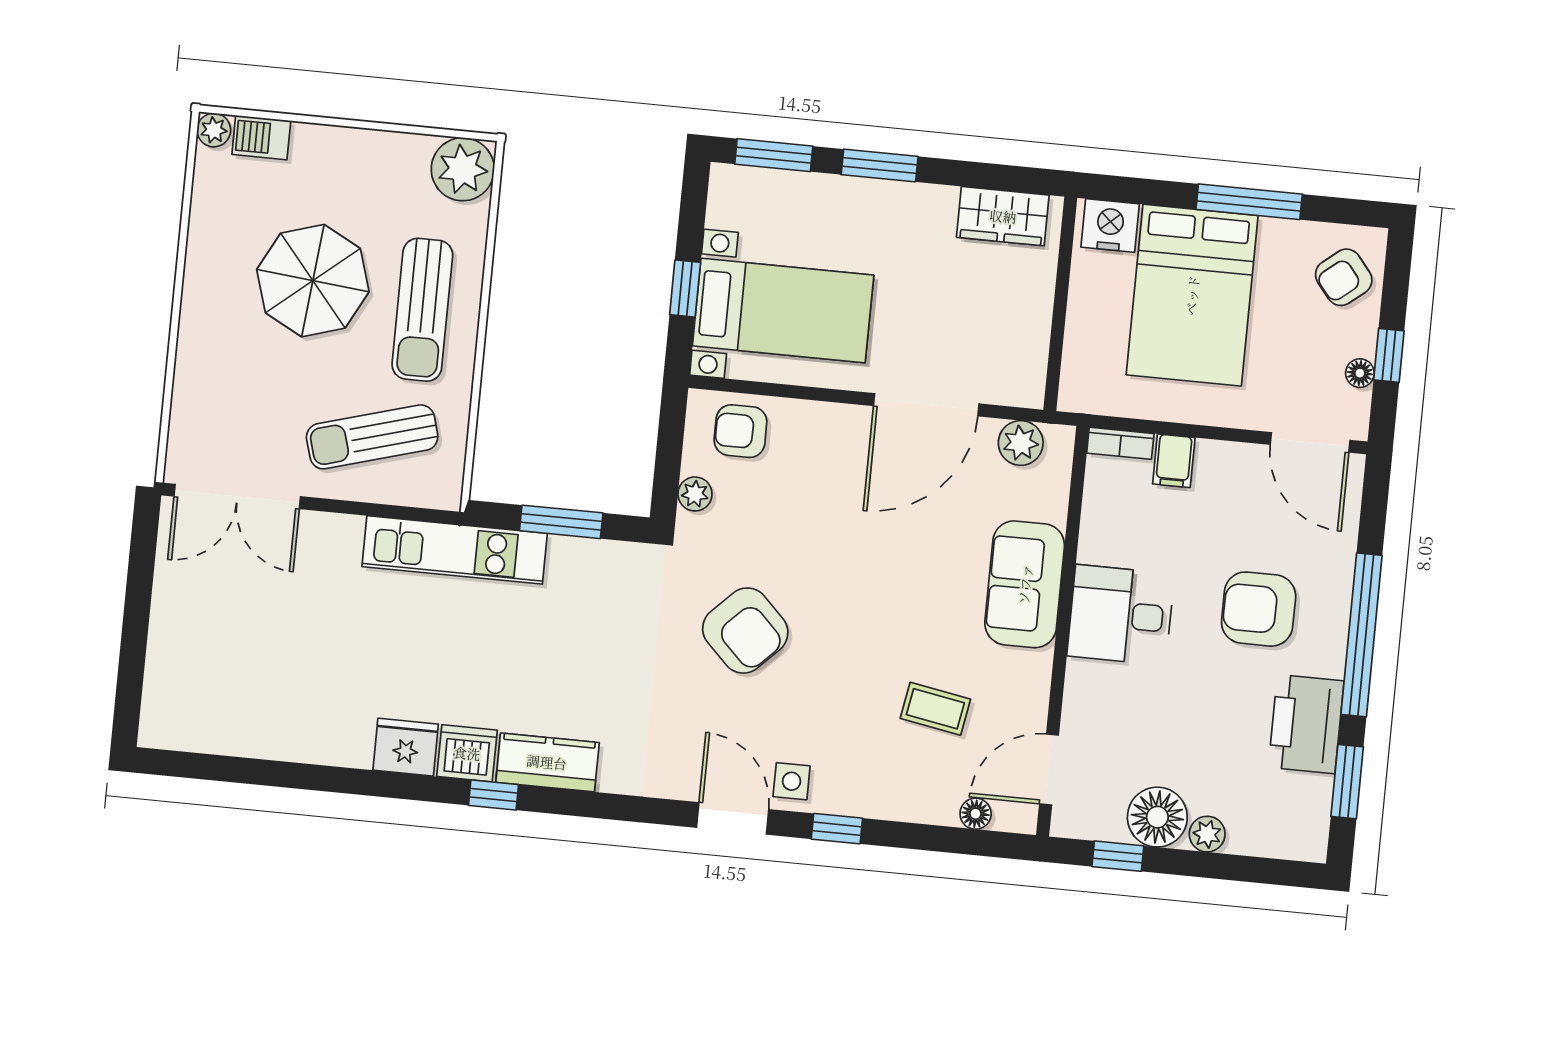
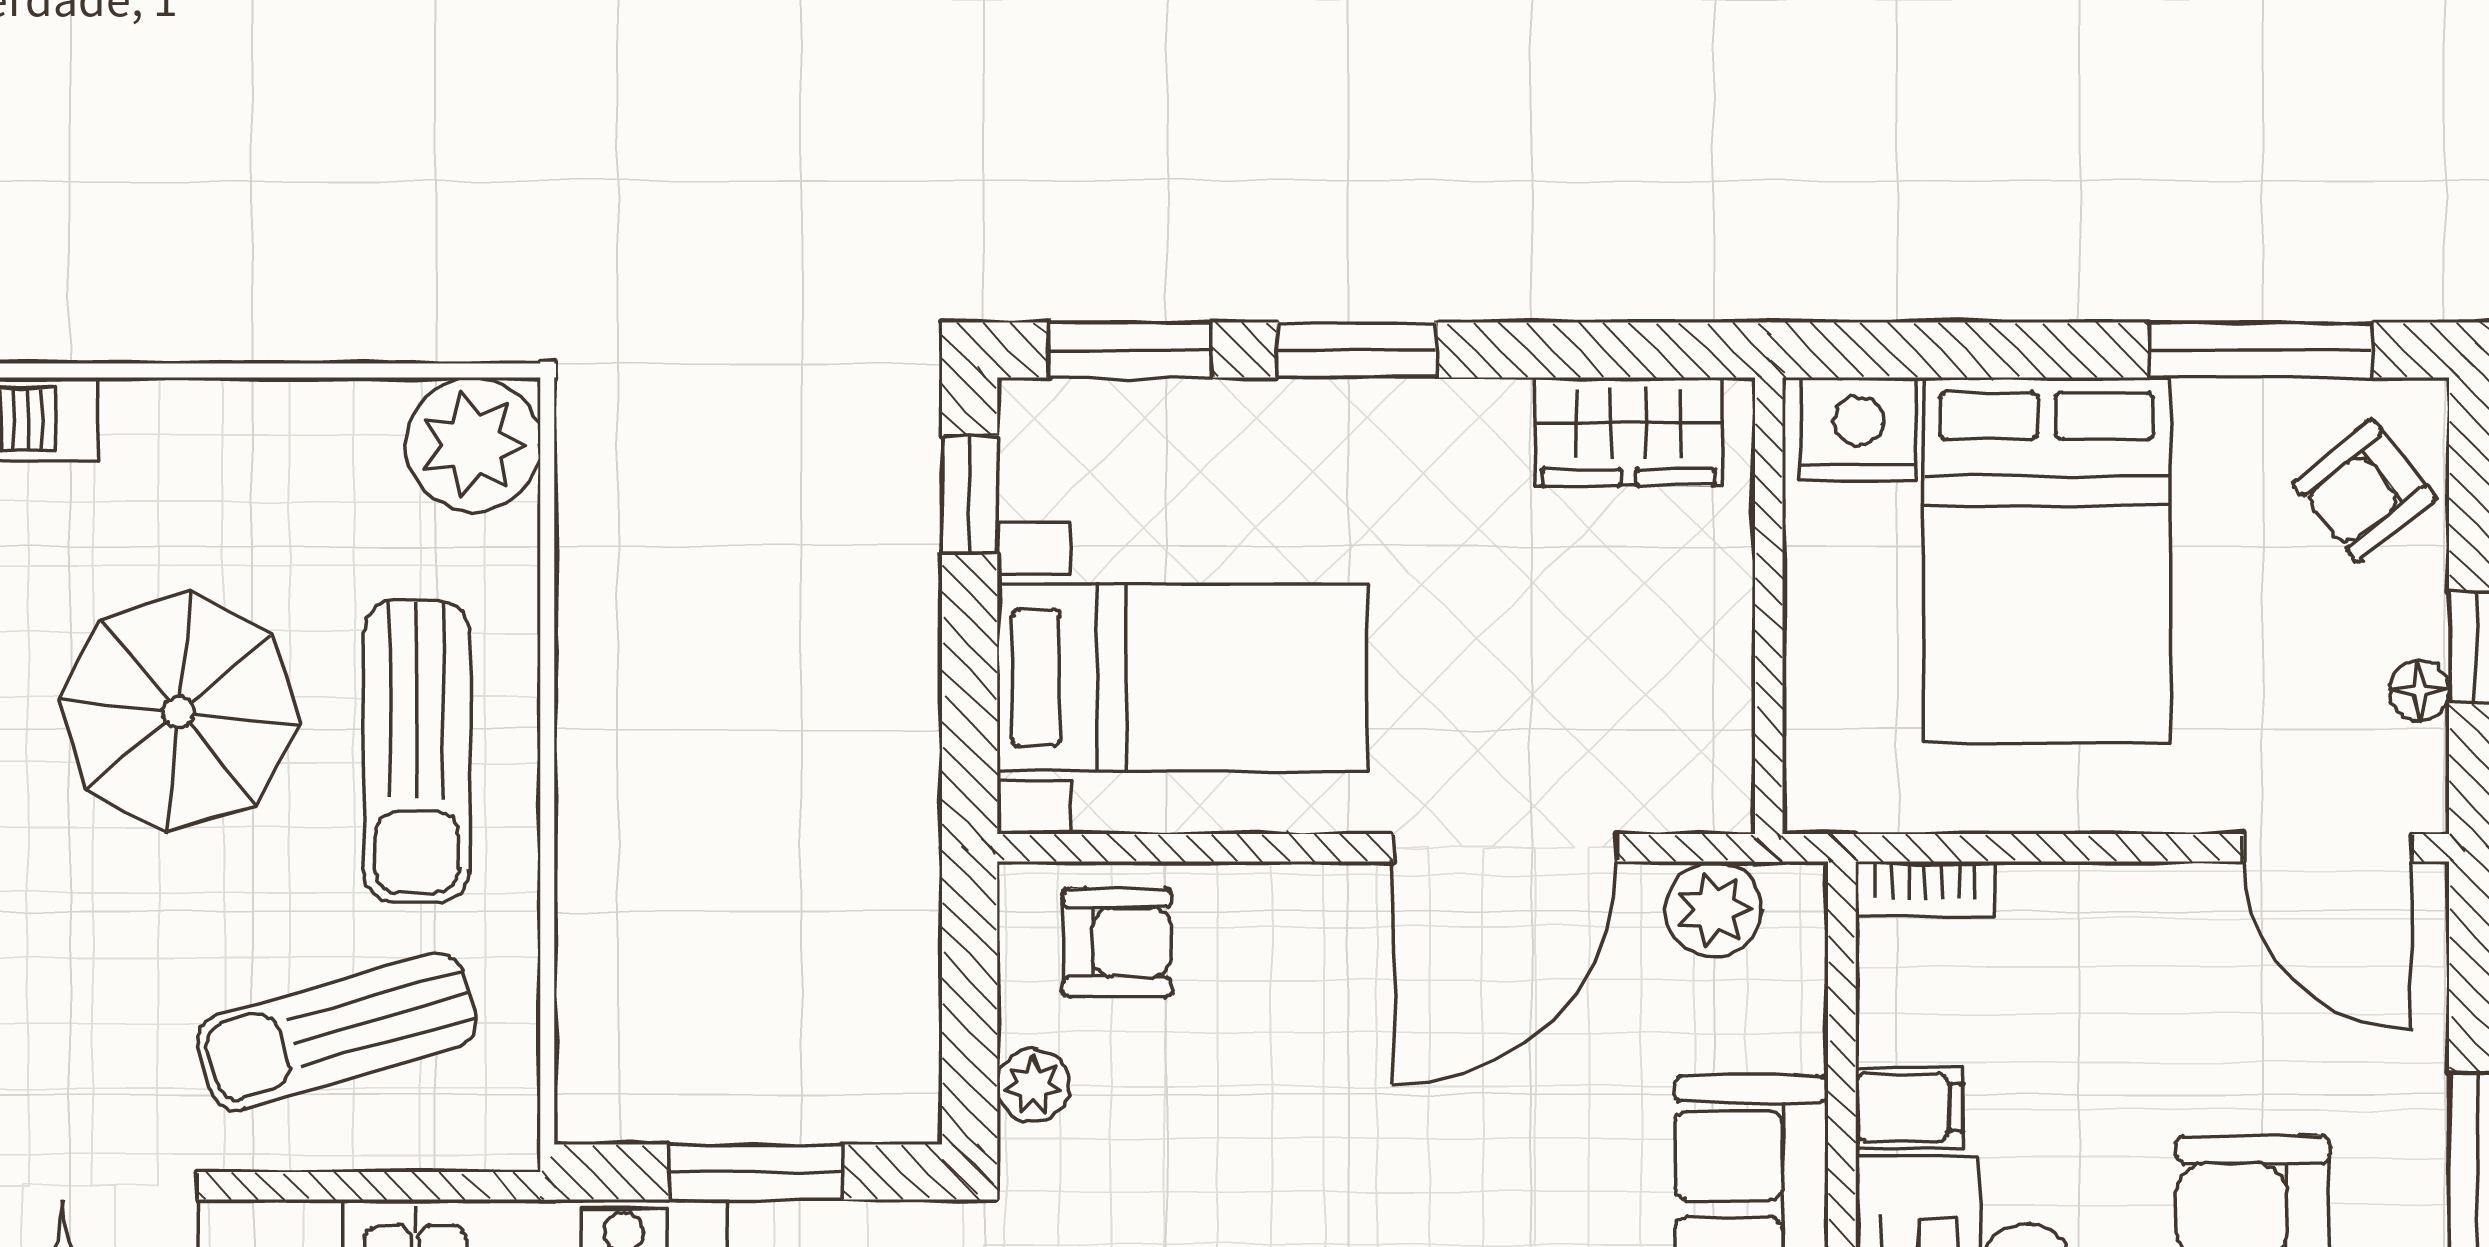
window: (1249, 202) -> (2261, 350), moved
window: (685, 289) -> (970, 494), moved
armchair: (740, 431) -> (1117, 942), turned 180
filing cabinet: (1174, 461) -> (1909, 1108), moved, turned -90

